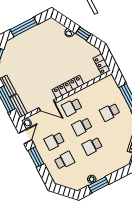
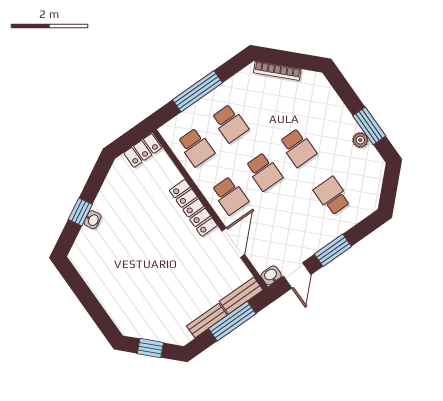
window: (24, 27) -> (92, 306), removed
window: (83, 34) -> (80, 212), moved
door: (25, 137) -> (297, 275), swing flipped
school desk: (54, 141) -> (196, 147), moved

